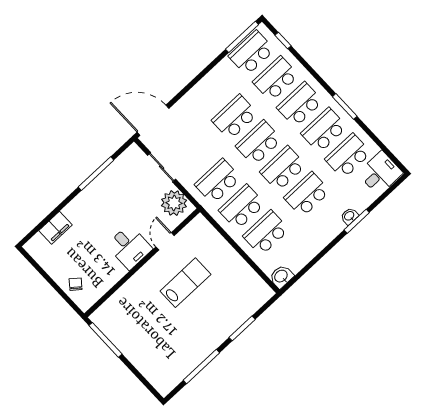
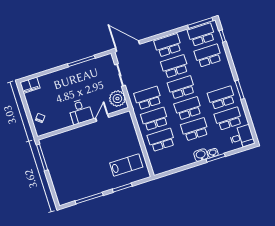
school desk: (300, 104) -> (168, 45), moved
filing cabinet: (55, 228) -> (30, 85), moved
washbasin: (281, 276) -> (201, 155), moved
lab bench: (185, 283) -> (126, 165), moved

